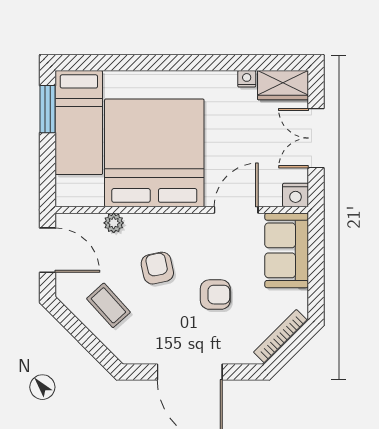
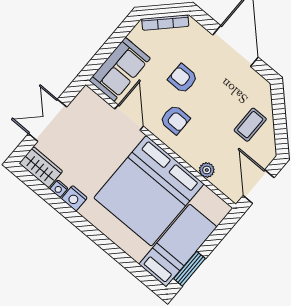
double door: (316, 138) -> (48, 120), swing flipped
nightstand: (296, 195) -> (74, 198), moved, turned 180
door: (236, 210) -> (129, 118), swing flipped
armchair: (157, 268) -> (175, 120), moved, turned -78
coffee table: (108, 305) -> (250, 125), turned 42

